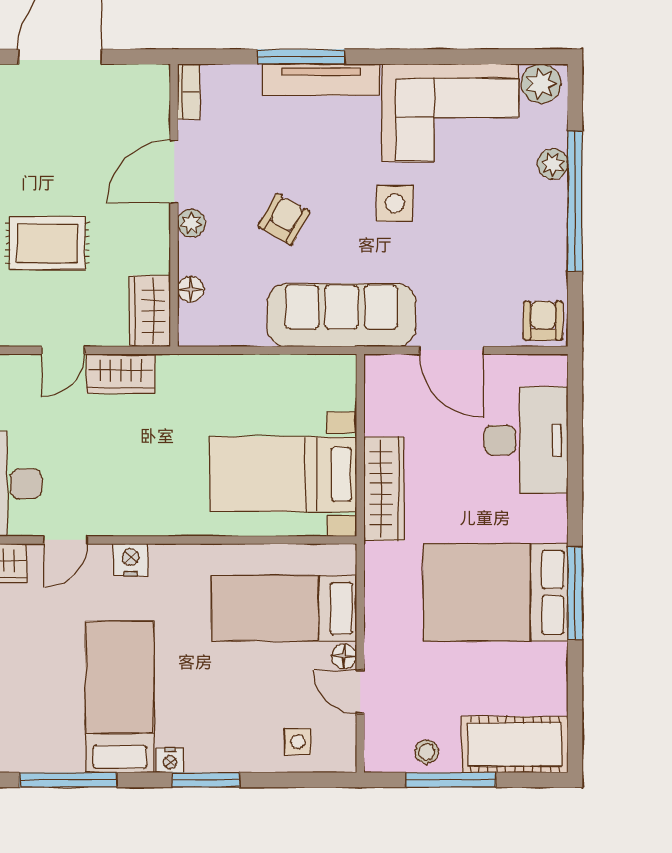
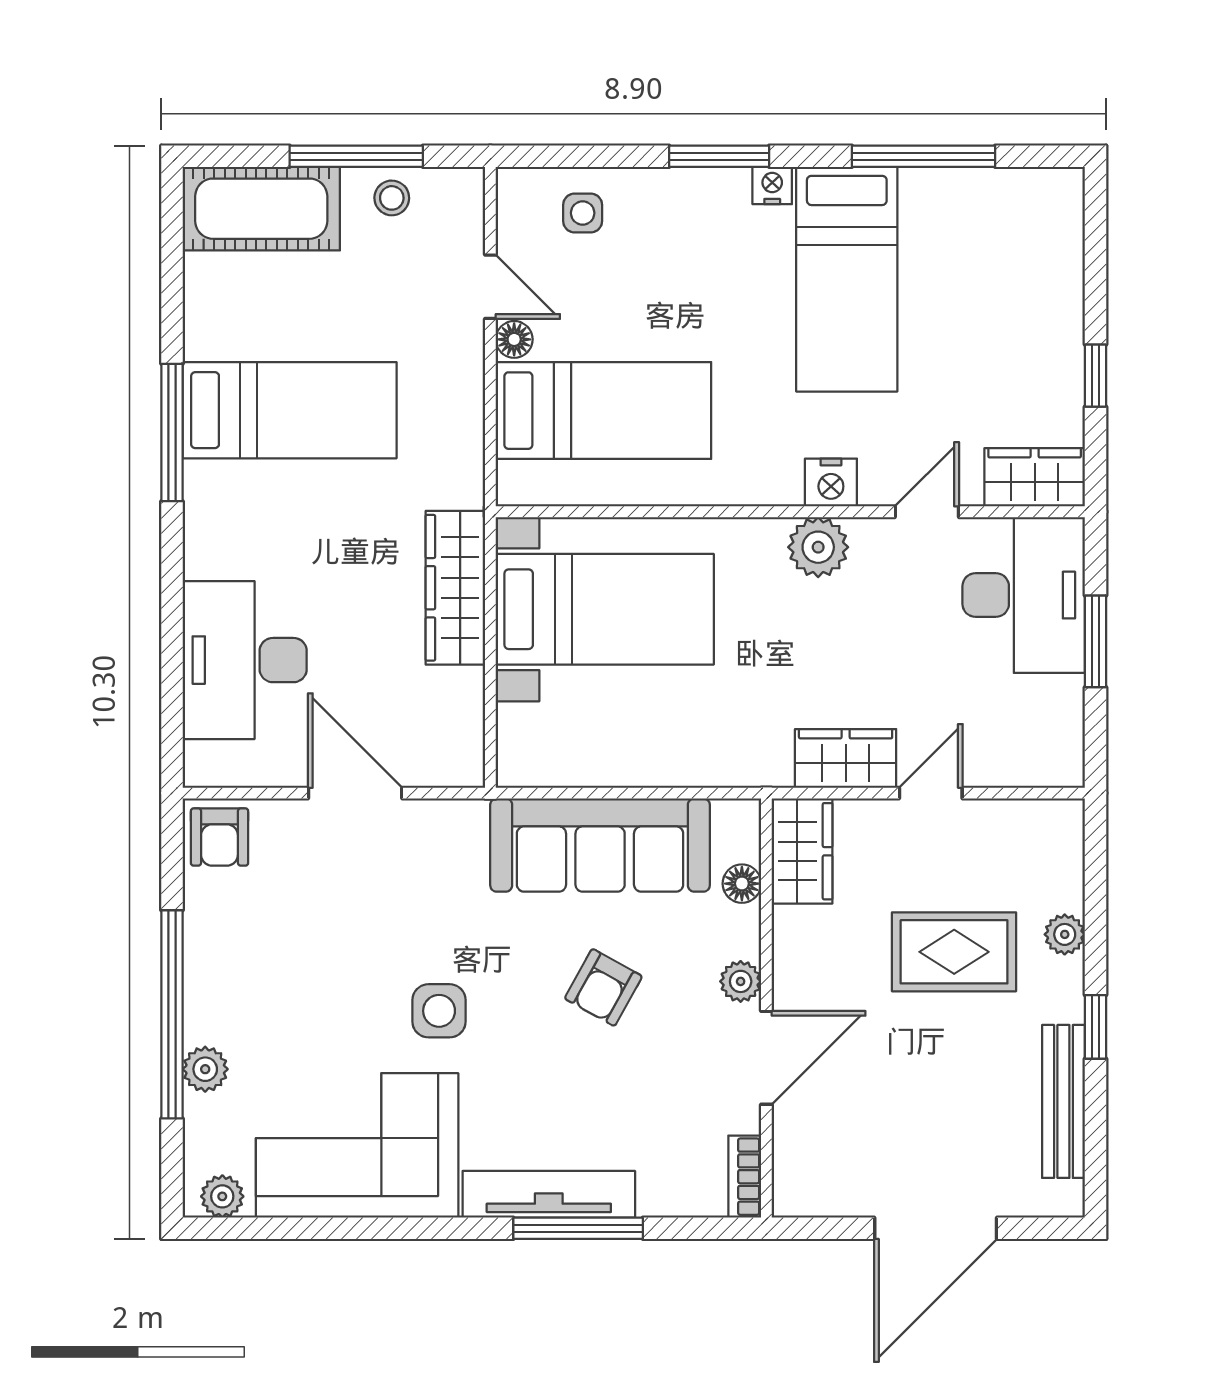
plant: (541, 84) -> (222, 1196), width x0.73, depth x0.73
sofa: (341, 315) -> (600, 845), moved
plant: (139, 516) -> (818, 547), added
bed: (496, 592) -> (290, 410), width x0.67

